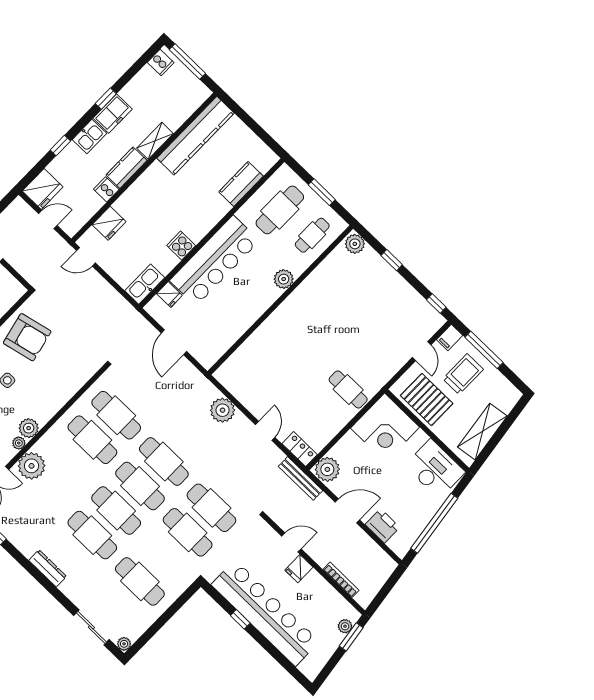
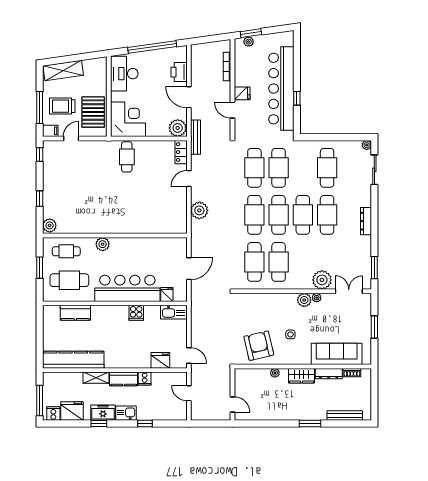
fridge: (43, 189) -> (72, 411), moved
shelving: (482, 432) -> (63, 70), moved

